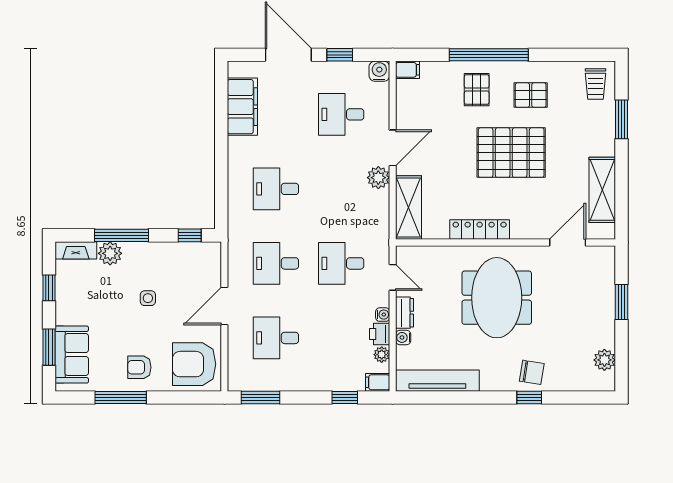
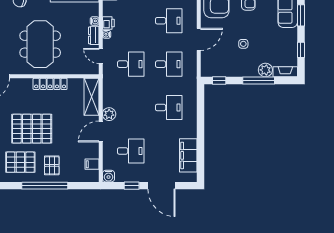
filing cabinet: (408, 70) -> (92, 164), moved
pallet: (531, 95) -> (20, 162), width x1.50, depth x1.42
plant: (382, 355) -> (107, 11), removed

